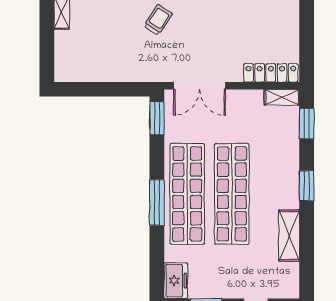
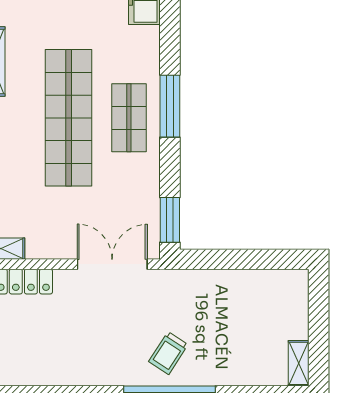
shop shelf: (187, 194) -> (129, 118), width x0.50, depth x0.74

